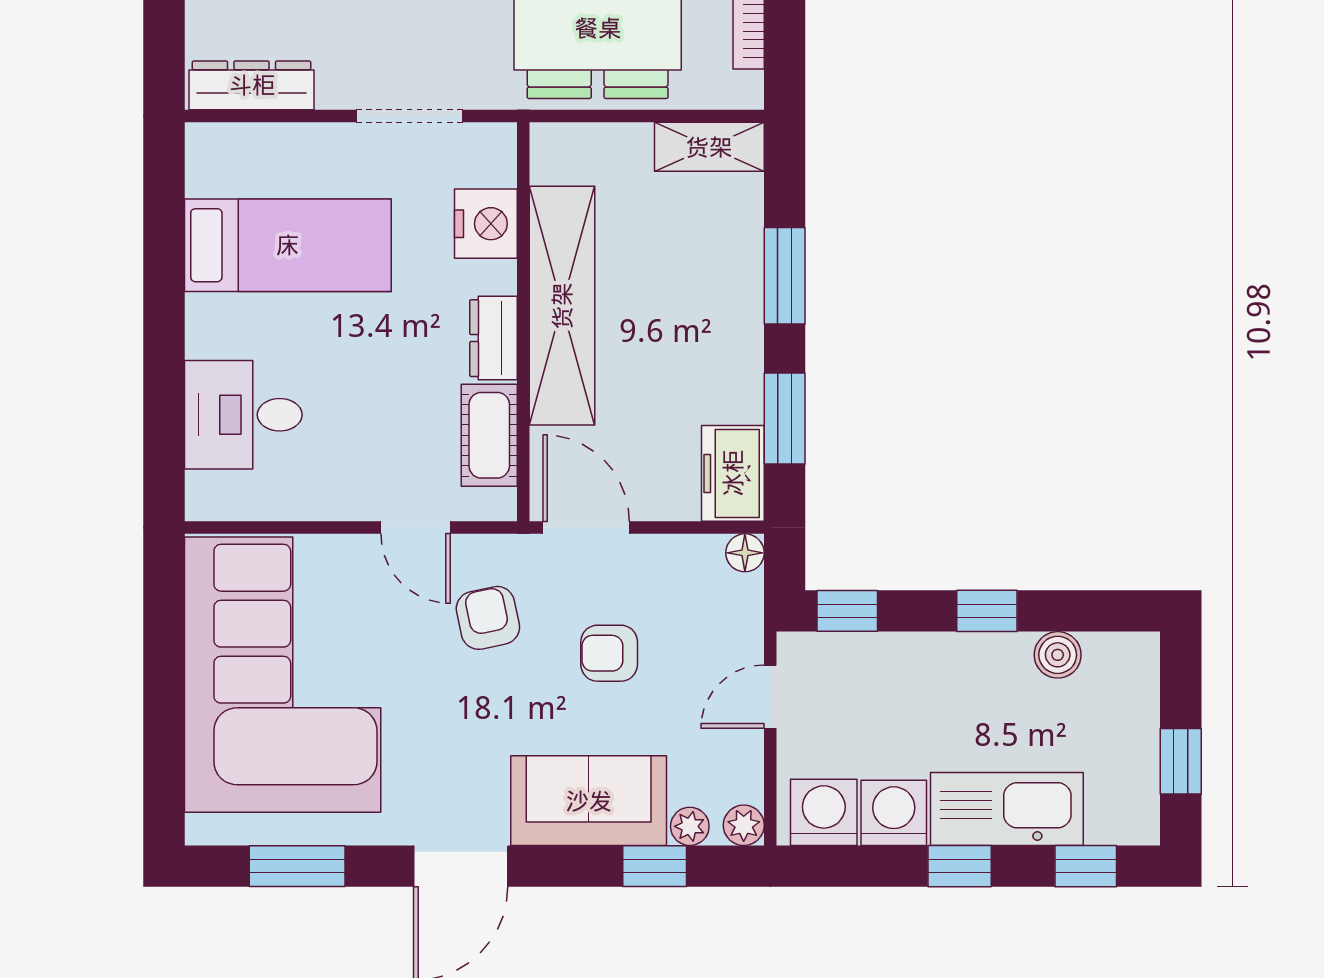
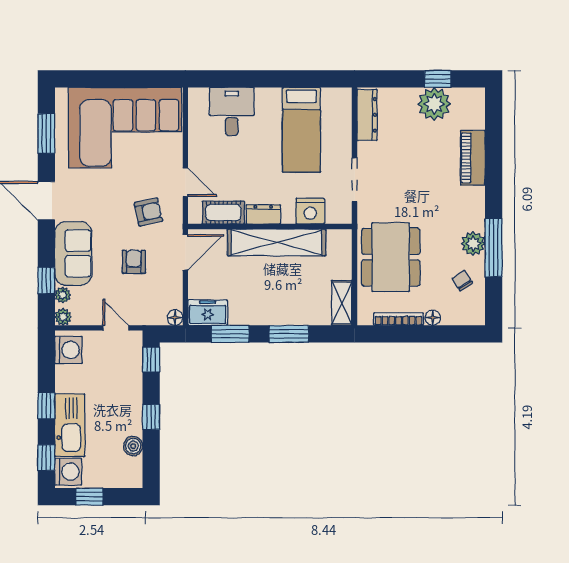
door: (416, 528) -> (185, 182), swing flipped
washing machine: (894, 813) -> (68, 472), moved

